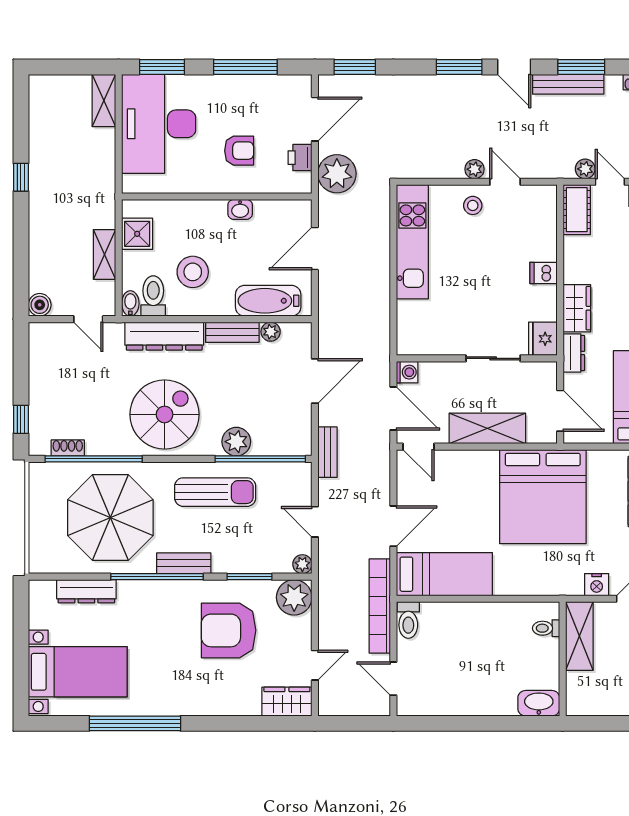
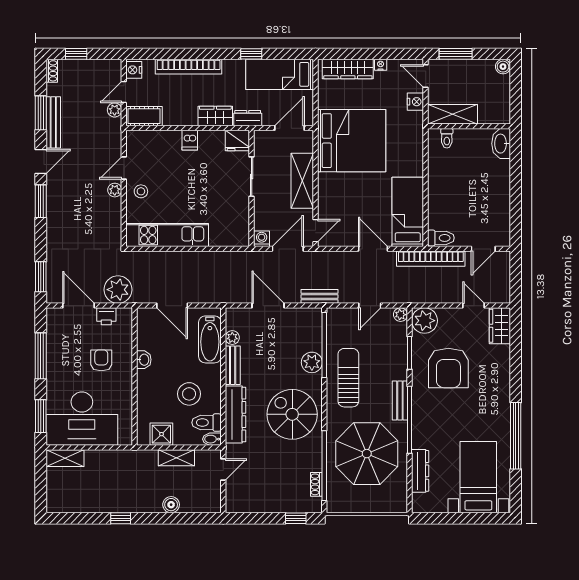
boiler: (40, 305) -> (171, 505), moved

